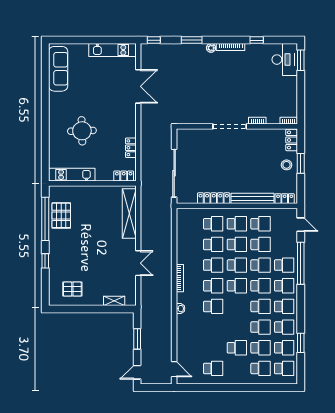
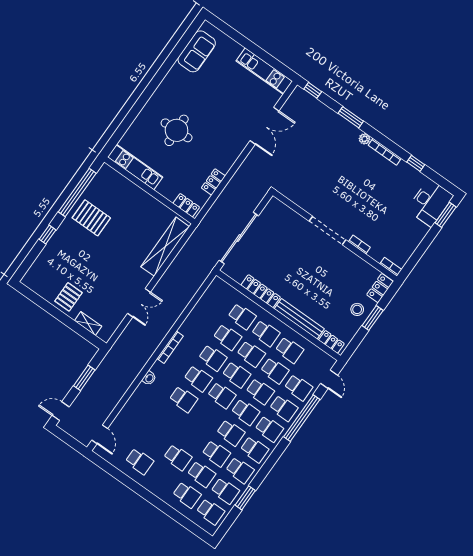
sofa: (58, 69) -> (197, 51), width x0.73
pallet: (61, 215) -> (91, 218), moved, turned 90
school desk: (284, 244) -> (298, 387), added
pallet: (72, 289) -> (68, 297), moved, turned 90

